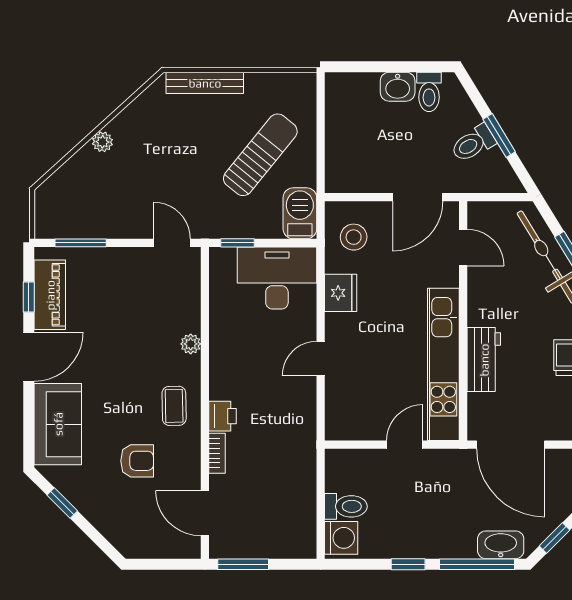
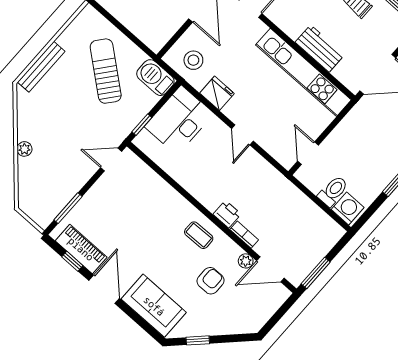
plant: (191, 344) -> (246, 261), moved
door: (405, 445) -> (308, 153), moved

